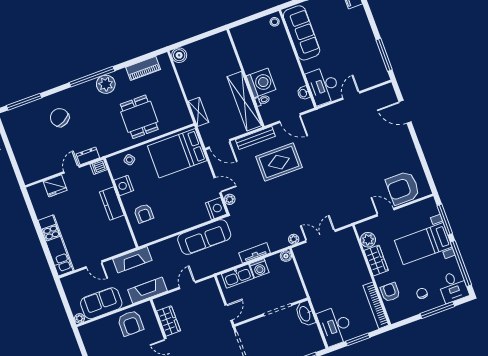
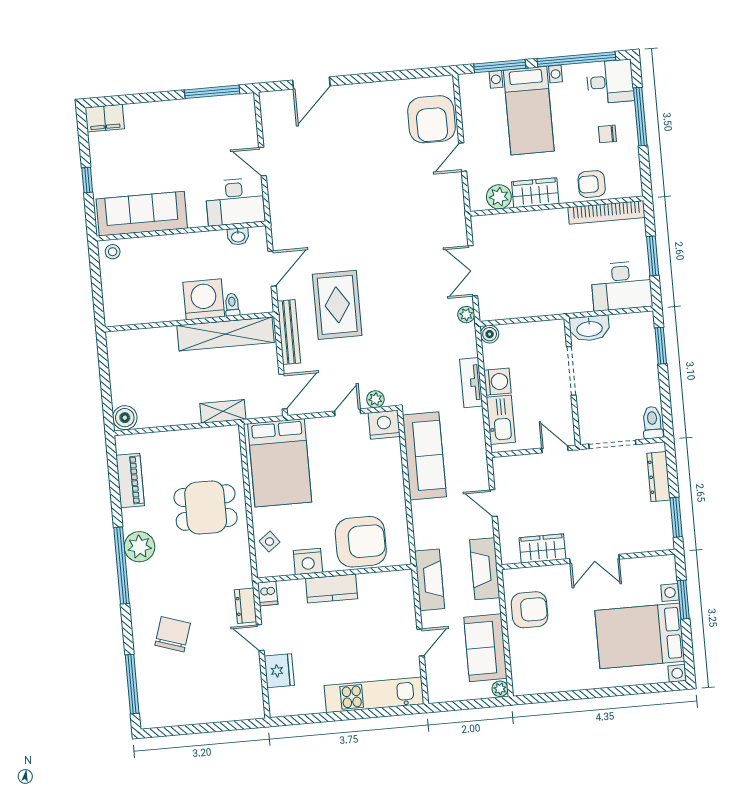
chair: (60, 118) -> (173, 634), turned 136
armchair: (144, 213) -> (361, 542), width x1.88, depth x1.88

